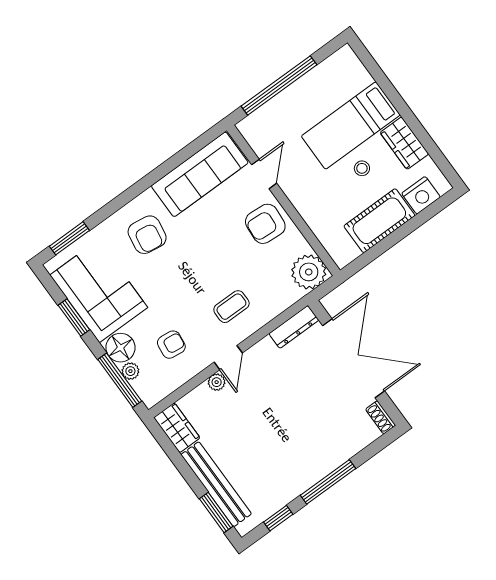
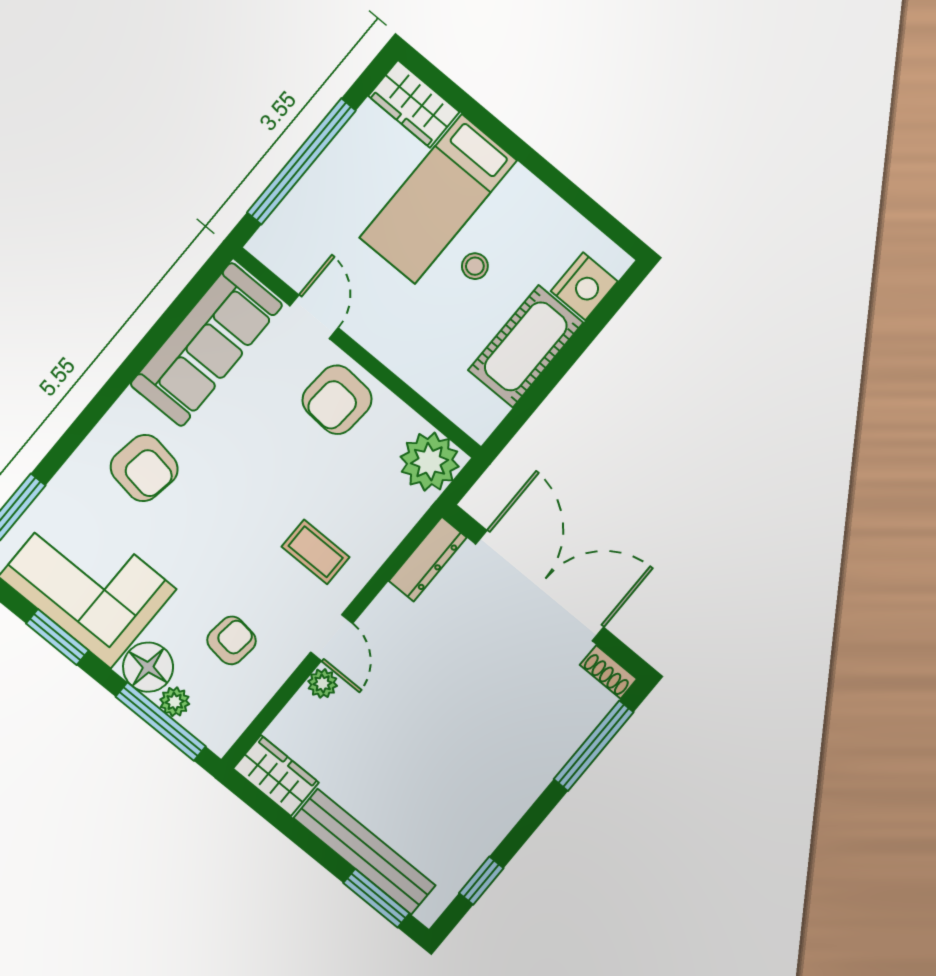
wardrobe: (404, 143) -> (414, 104), moved
coffee table: (231, 307) -> (316, 552), turned 90
window: (328, 482) -> (594, 746), moved

